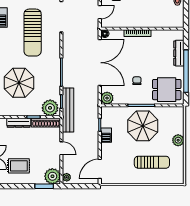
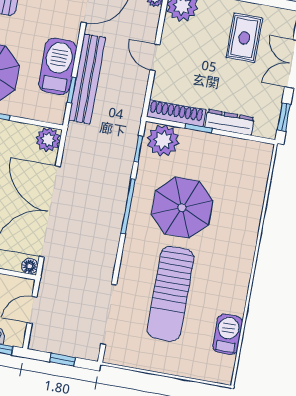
sun lounger: (33, 33) -> (171, 294), turned 180
parasol: (19, 83) -> (182, 208), moved
bench: (68, 110) -> (87, 79), moved
barbecue: (106, 135) -> (58, 66), width x1.88, depth x1.53
rug: (19, 166) -> (244, 38), turned 90

